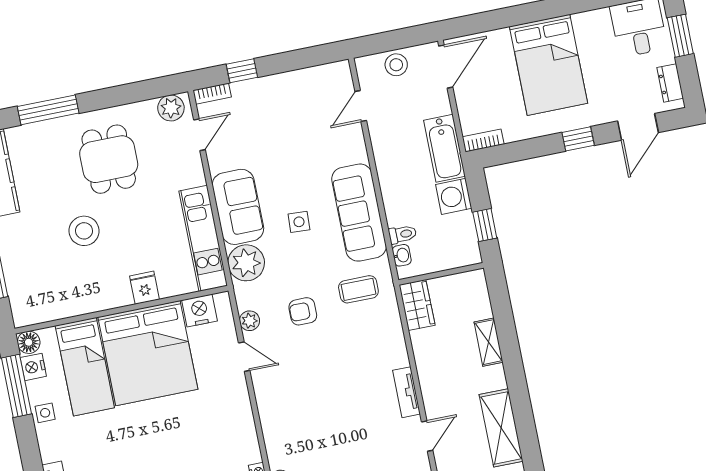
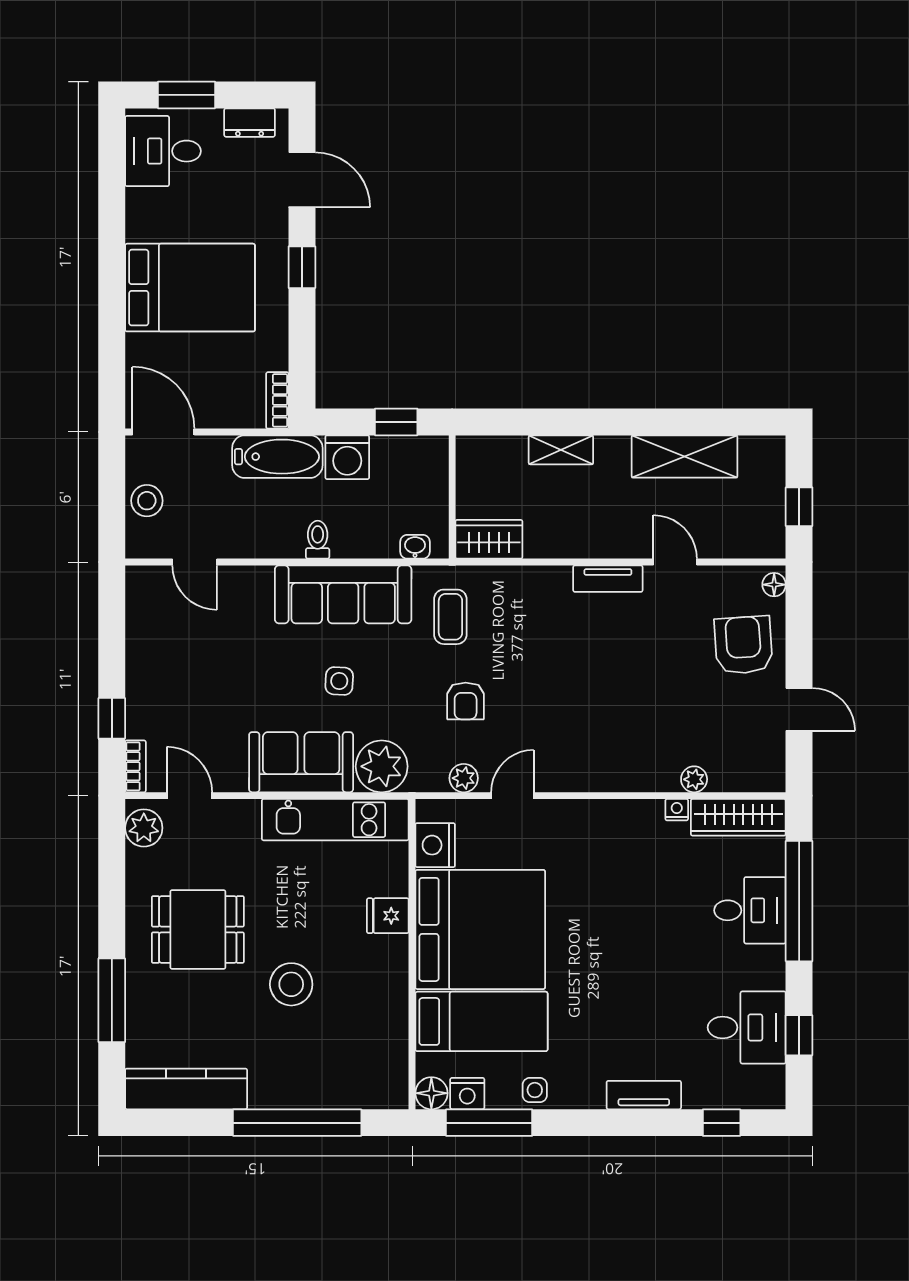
toilet: (402, 234) -> (318, 540), moved

